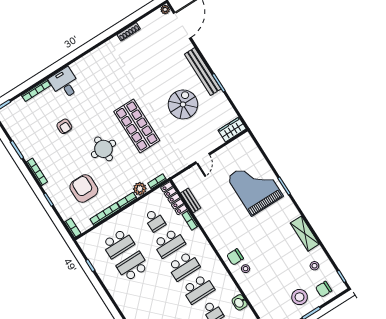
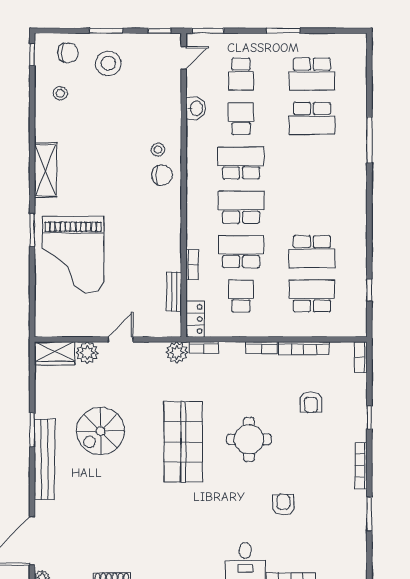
plant: (215, 141) -> (87, 353), added
armchair: (84, 189) -> (311, 402), width x0.53, depth x0.53
plant: (140, 189) -> (177, 353), moved
locker: (174, 198) -> (195, 319), width x0.66
shelving: (305, 234) -> (45, 170), moved

